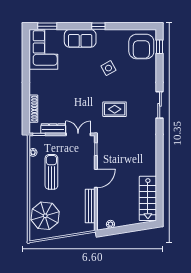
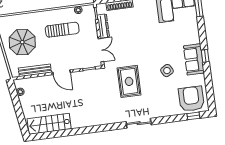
sofa: (80, 38) -> (194, 59), moved
armchair: (141, 47) -> (191, 99), turned 90
rug: (115, 109) -> (129, 81), width x1.36, depth x1.43
parasol: (45, 216) -> (22, 42), moved

